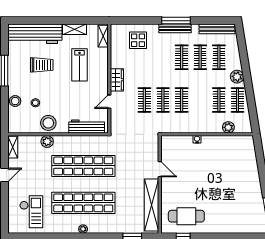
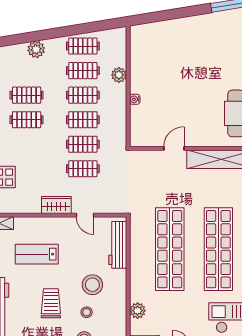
clothes rail: (219, 57) -> (83, 95), moved
trolley: (42, 65) -> (51, 303), moved
lab bench: (80, 65) -> (37, 254), turned 180
plant: (237, 77) -> (36, 49), moved
stool: (48, 123) -> (92, 285), moved
plant: (228, 127) -> (119, 75), moved
plant: (47, 141) -> (138, 311), moved

